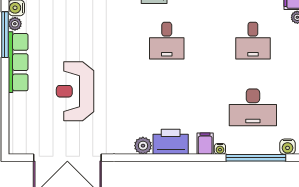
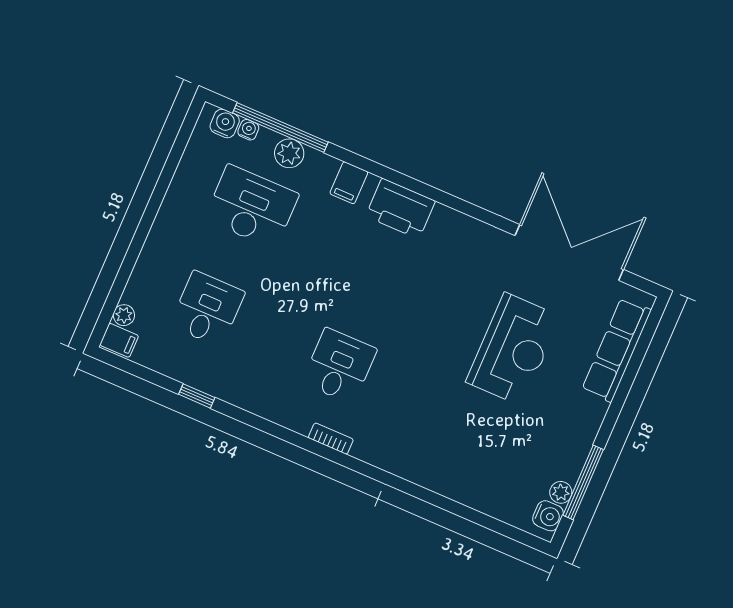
row of seats: (18, 62) -> (617, 350), moved
plant: (143, 146) -> (289, 153), moved
water cooler: (220, 149) -> (248, 130), moved

